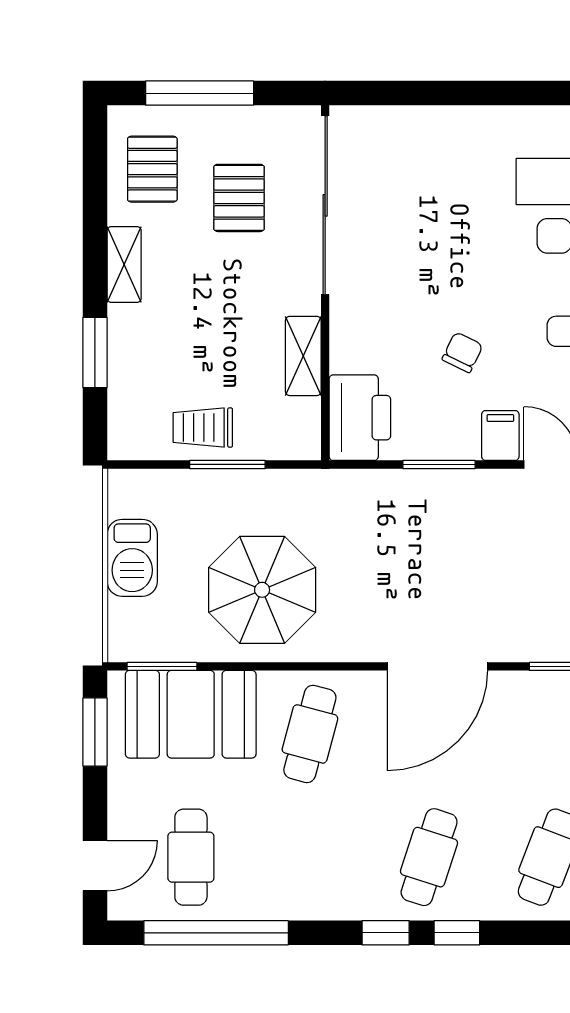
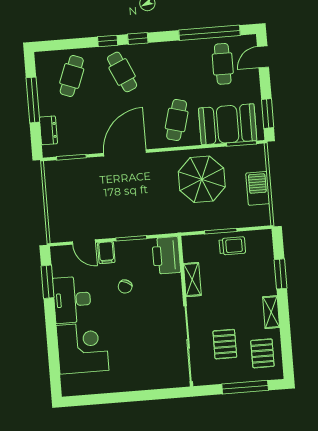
cafe table: (429, 857) -> (122, 72), turned -42

